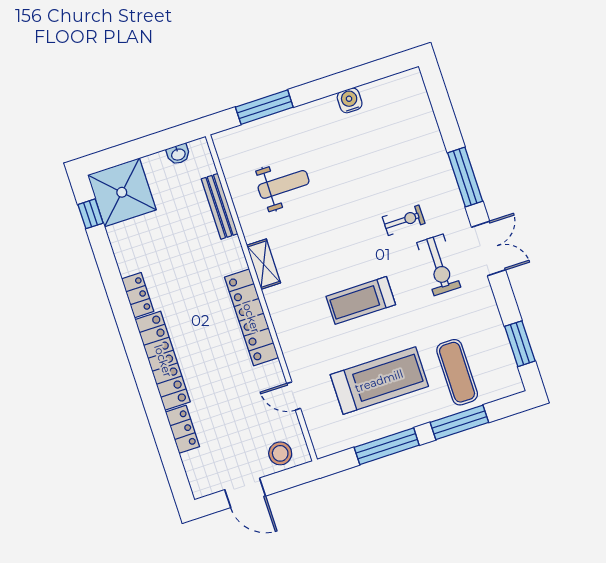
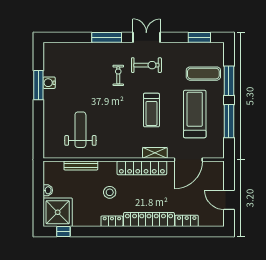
window: (264, 107) -> (38, 85), moved
washbasin: (178, 154) -> (48, 190), moved
weight bench: (284, 184) -> (80, 130), width x1.36, depth x1.33
shelving: (264, 264) -> (155, 153), moved
door: (294, 396) -> (188, 160), width x1.87
stool: (280, 453) -> (110, 192), moved
door: (245, 493) -> (229, 200), swing flipped

